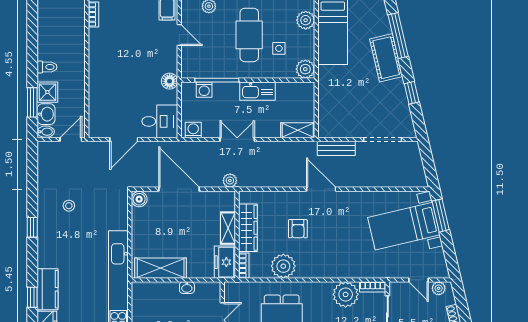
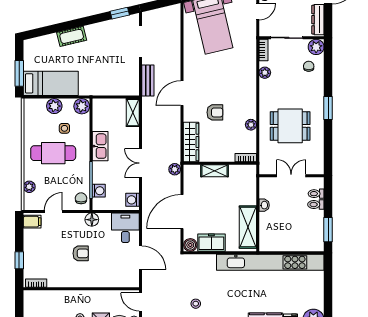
plant: (306, 20) -> (54, 106), moved
window: (398, 36) -> (54, 29), removed
cot: (386, 58) -> (72, 36), width x0.73, depth x0.75
armchair: (129, 68) -> (81, 253), added
chair: (195, 68) -> (81, 198), added
window: (412, 93) -> (120, 13), moved
wardrobe: (248, 228) -> (191, 142), moved, turned 90
freezer: (225, 262) -> (211, 243), moved, turned 180
plant: (283, 266) -> (251, 125), width x0.53, depth x0.53
plant: (346, 294) -> (265, 73), width x0.53, depth x0.53

